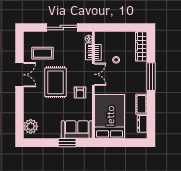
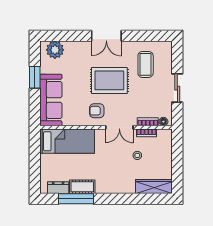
sliding door: (62, 27) -> (177, 88), width x0.73
double door: (19, 75) -> (106, 36), moved
window: (151, 77) -> (76, 199), moved
bed: (110, 116) -> (67, 141), width x0.67
sofa: (77, 130) -> (51, 100), width x1.36
window: (67, 143) -> (35, 77), moved

